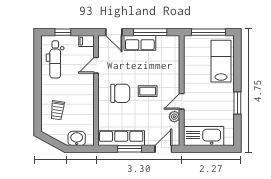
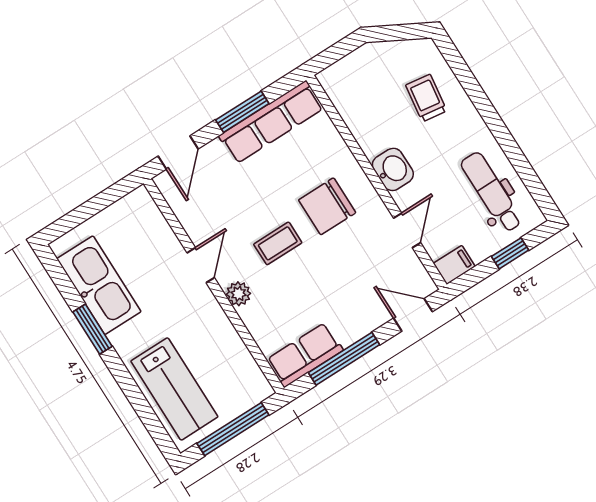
row of seats: (140, 43) -> (305, 355), moved
plant: (174, 117) -> (238, 294), moved
kitchen sink: (204, 136) -> (99, 285), moved, turned -90
washbasin: (77, 138) -> (393, 169), moved, turned -90

